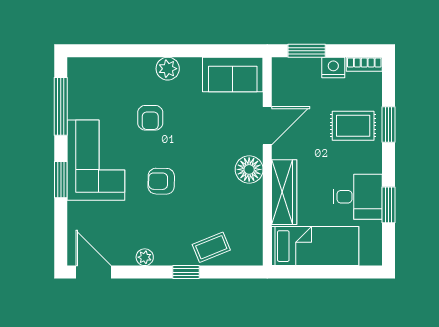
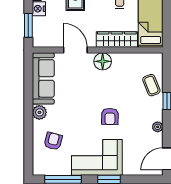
sofa: (233, 75) -> (43, 78), width x1.36
armchair: (150, 118) -> (53, 141), moved, turned -75

